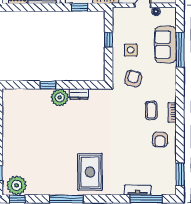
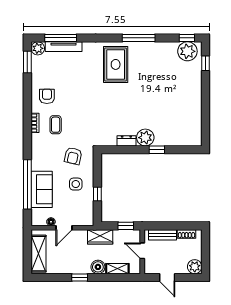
window: (180, 50) -> (27, 184), width x1.46
plant: (169, 188) -> (38, 48), added
tv unit: (138, 190) -> (64, 47), width x1.41

